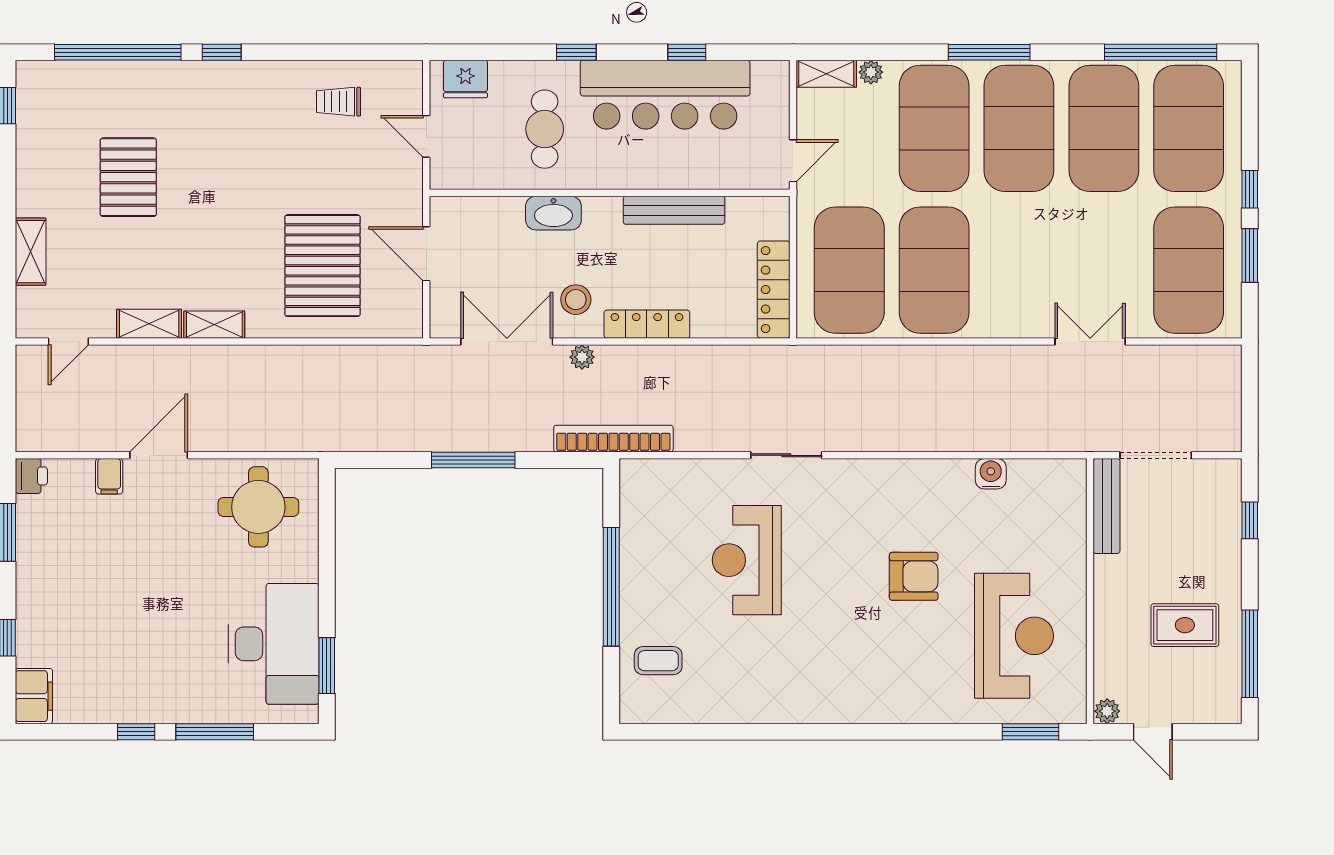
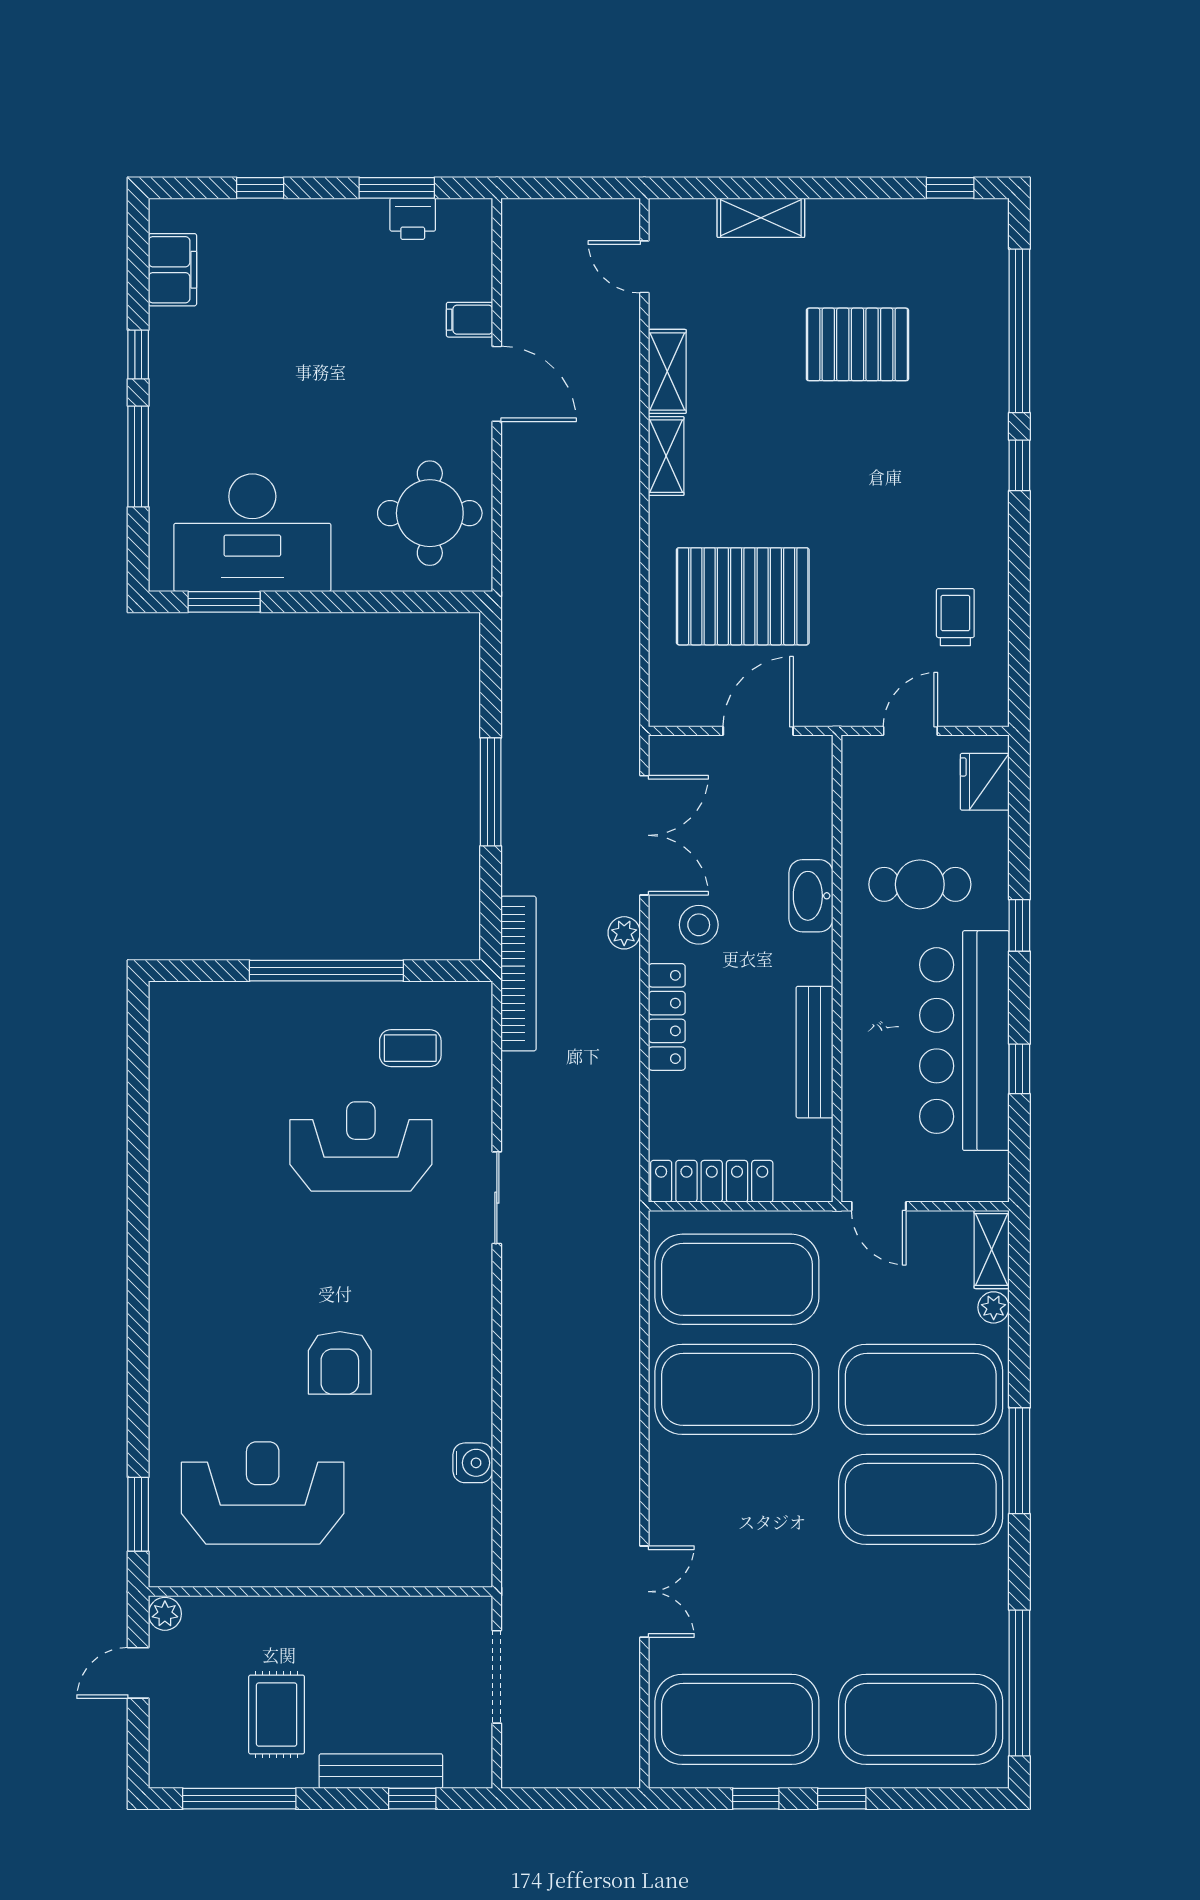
exercise mat: (1104, 128) -> (921, 1609), removed
window: (1250, 256) -> (756, 1799), width x0.67
printer: (31, 476) -> (413, 219), moved
bench: (1107, 506) -> (381, 1771), moved
reception desk: (1014, 636) -> (263, 1493), turned 180
coffee table: (658, 661) -> (410, 1048), moved, turned 90
filing cabinet: (34, 696) -> (172, 270), moved, turned -90

